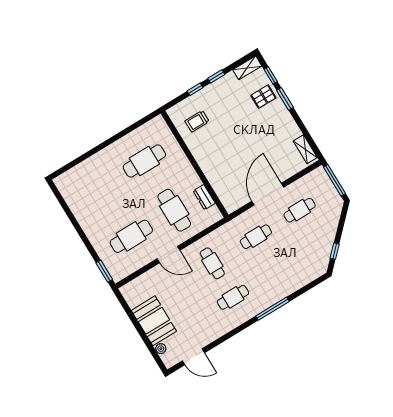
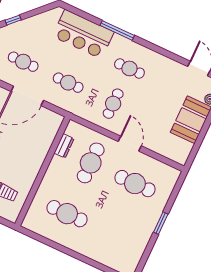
window: (335, 251) -> (13, 20), moved
window: (104, 271) -> (161, 223), moved
bar counter: (289, 277) -> (83, 34), added

